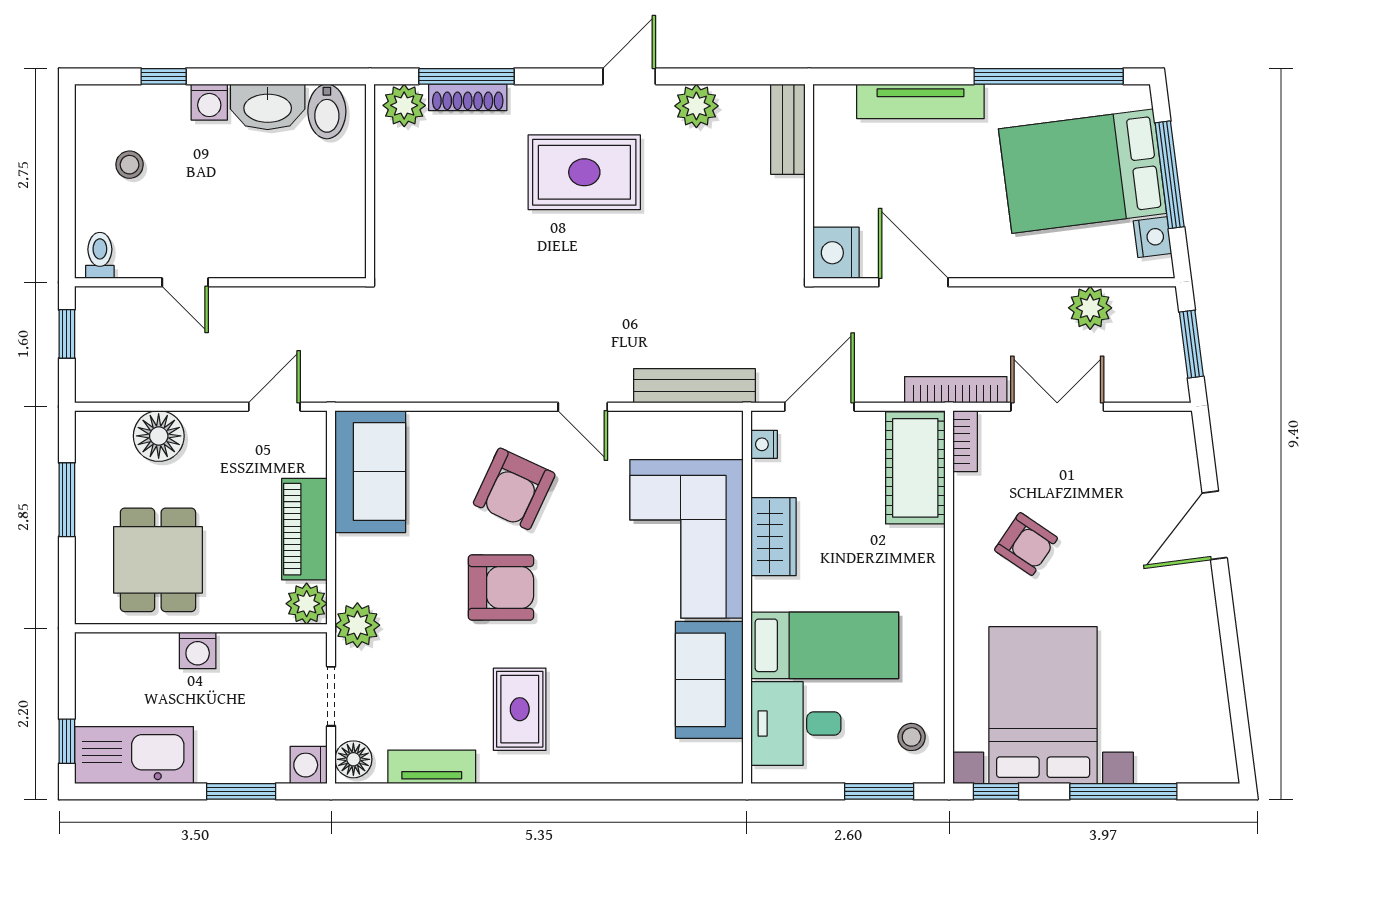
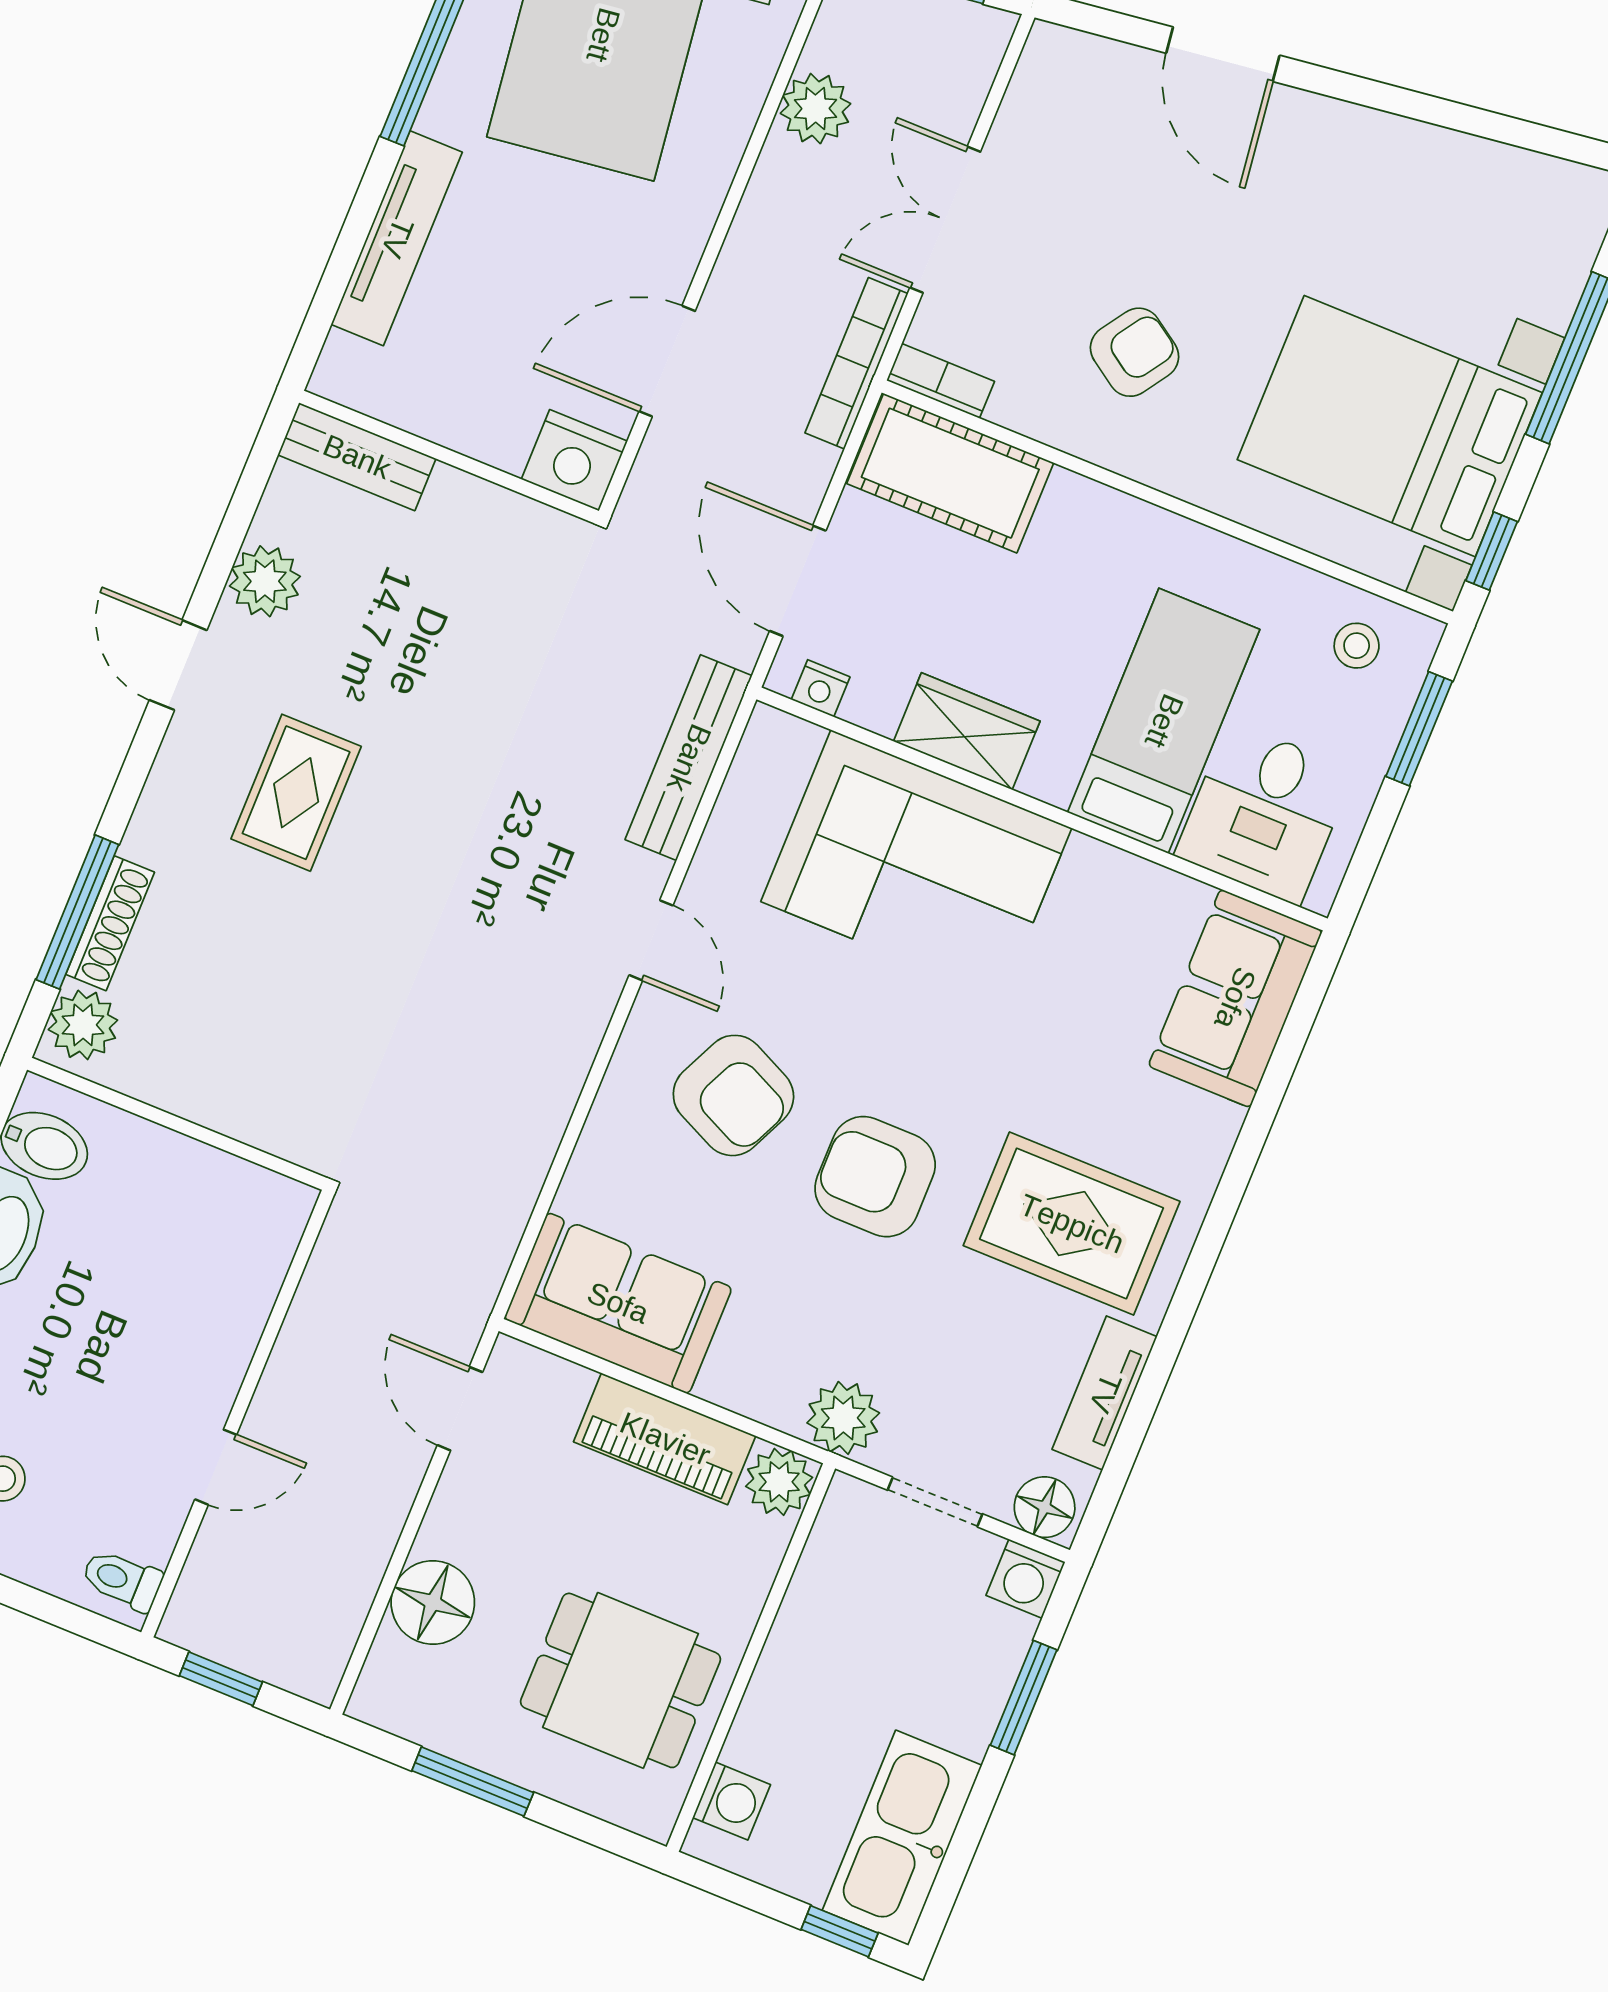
rug: (584, 172) -> (296, 793), width x0.73, depth x0.70
door: (583, 407) -> (651, 940), hinge flipped
armchair: (501, 587) -> (875, 1177), turned -90
washing machine: (198, 650) -> (732, 1801), moved
sofa: (709, 680) -> (1235, 998), moved, turned 90
rug: (520, 709) -> (1072, 1224), width x1.36, depth x1.43

